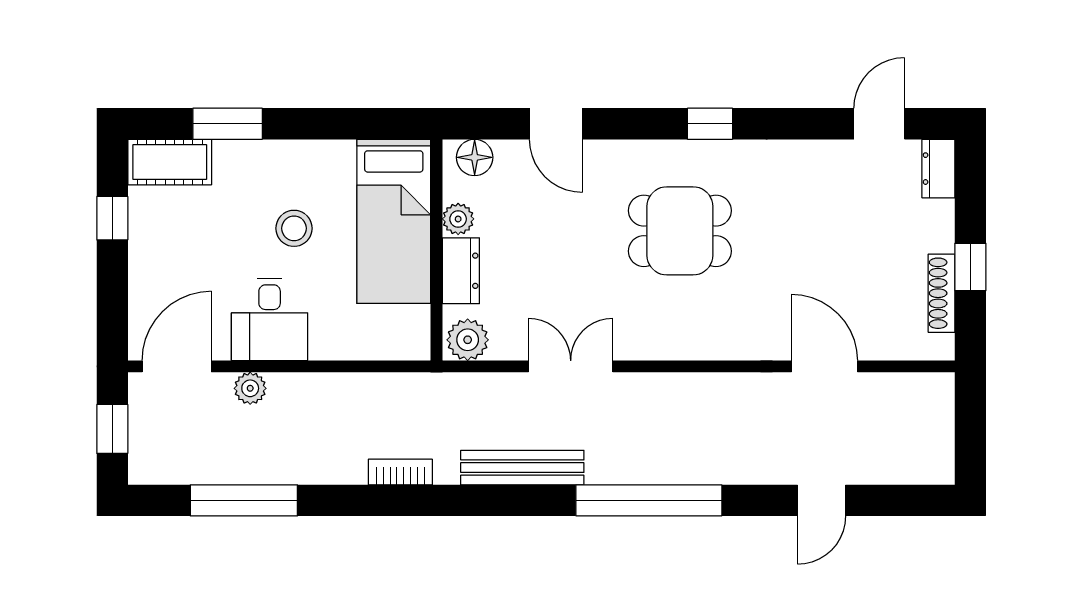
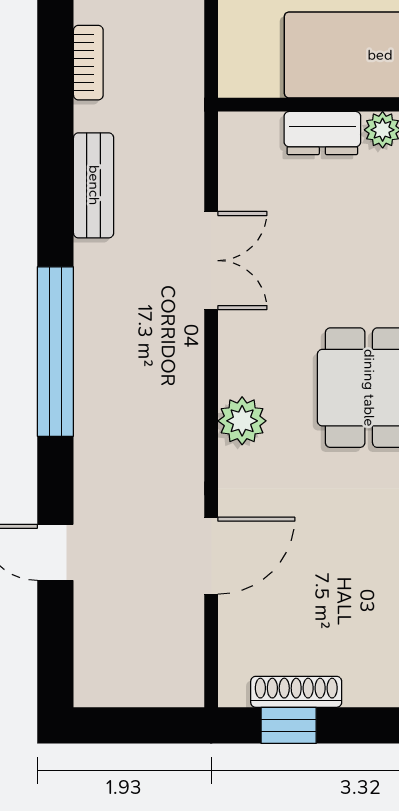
window: (970, 267) -> (289, 725), moved
plant: (468, 340) -> (242, 421), moved
bench: (522, 468) -> (94, 185), width x0.73

